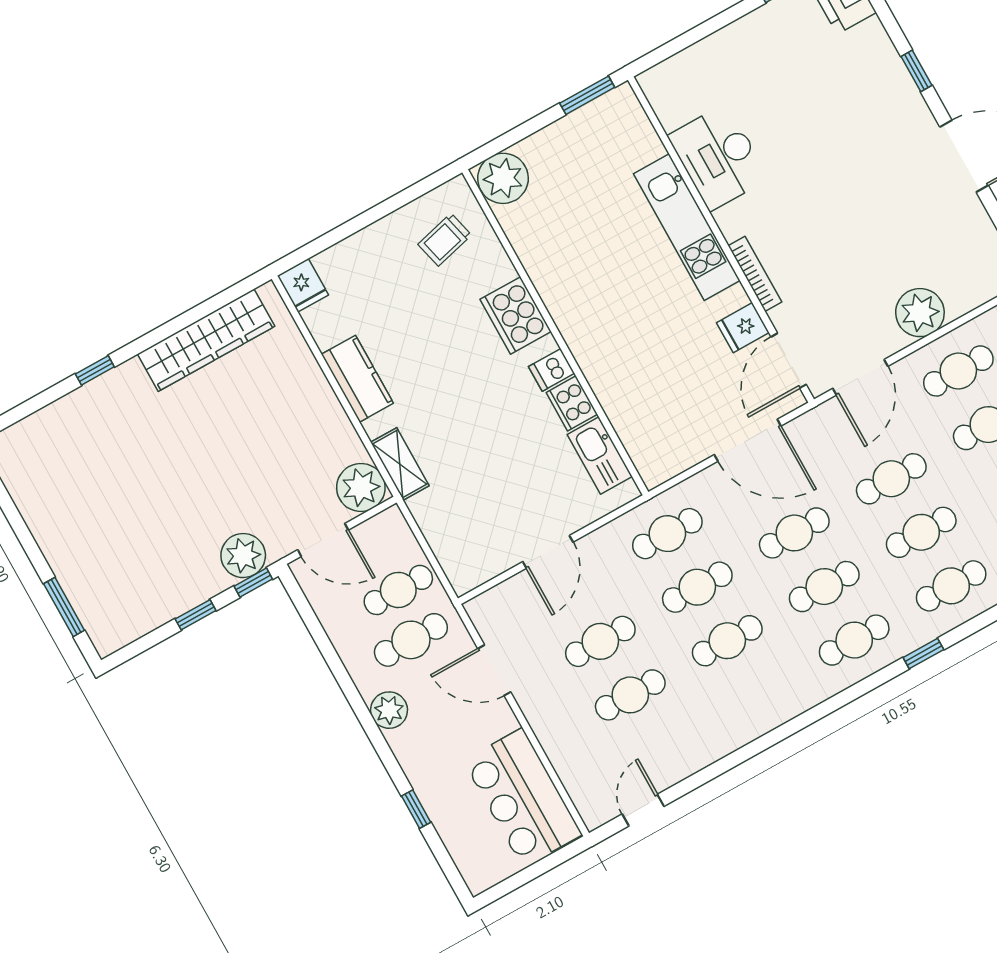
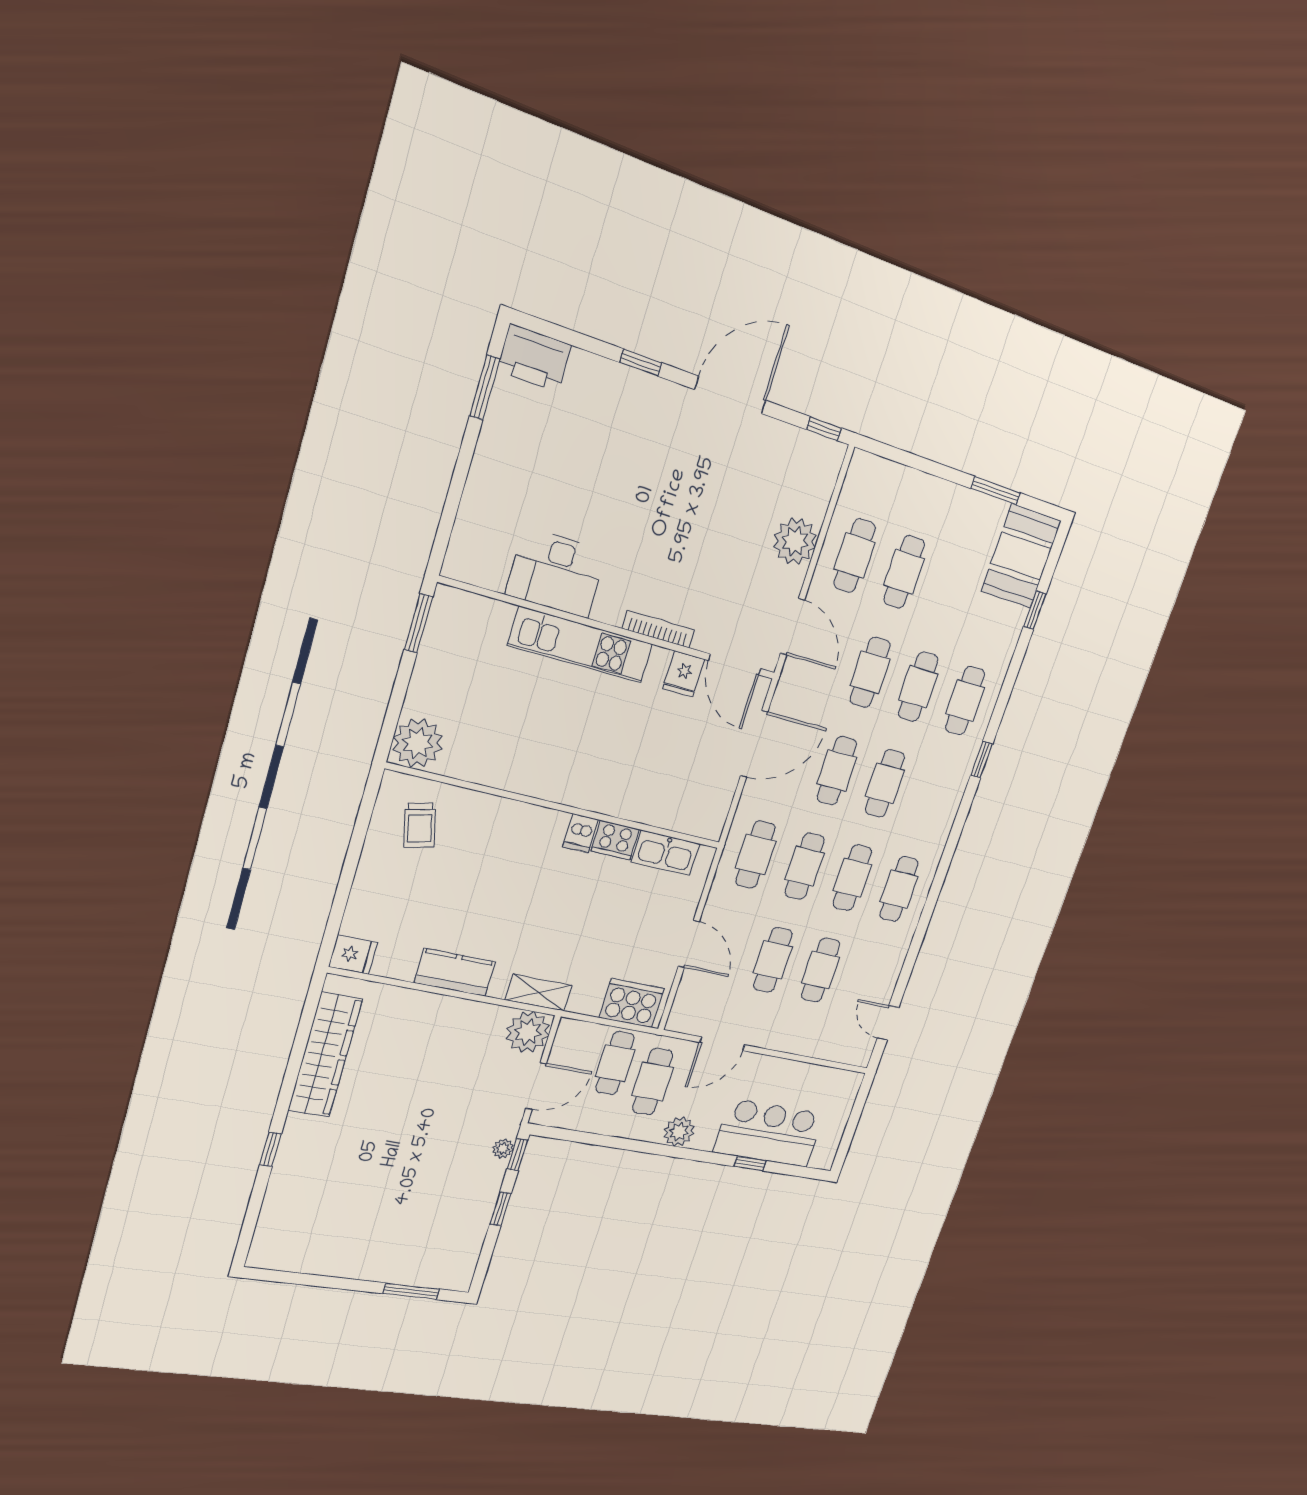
cooker: (516, 315) -> (632, 1003), moved, turned 180
plant: (243, 556) -> (503, 1149), width x0.53, depth x0.53
cafe table: (854, 640) -> (899, 889), moved
bar counter: (523, 798) -> (769, 1133), moved, turned 180

